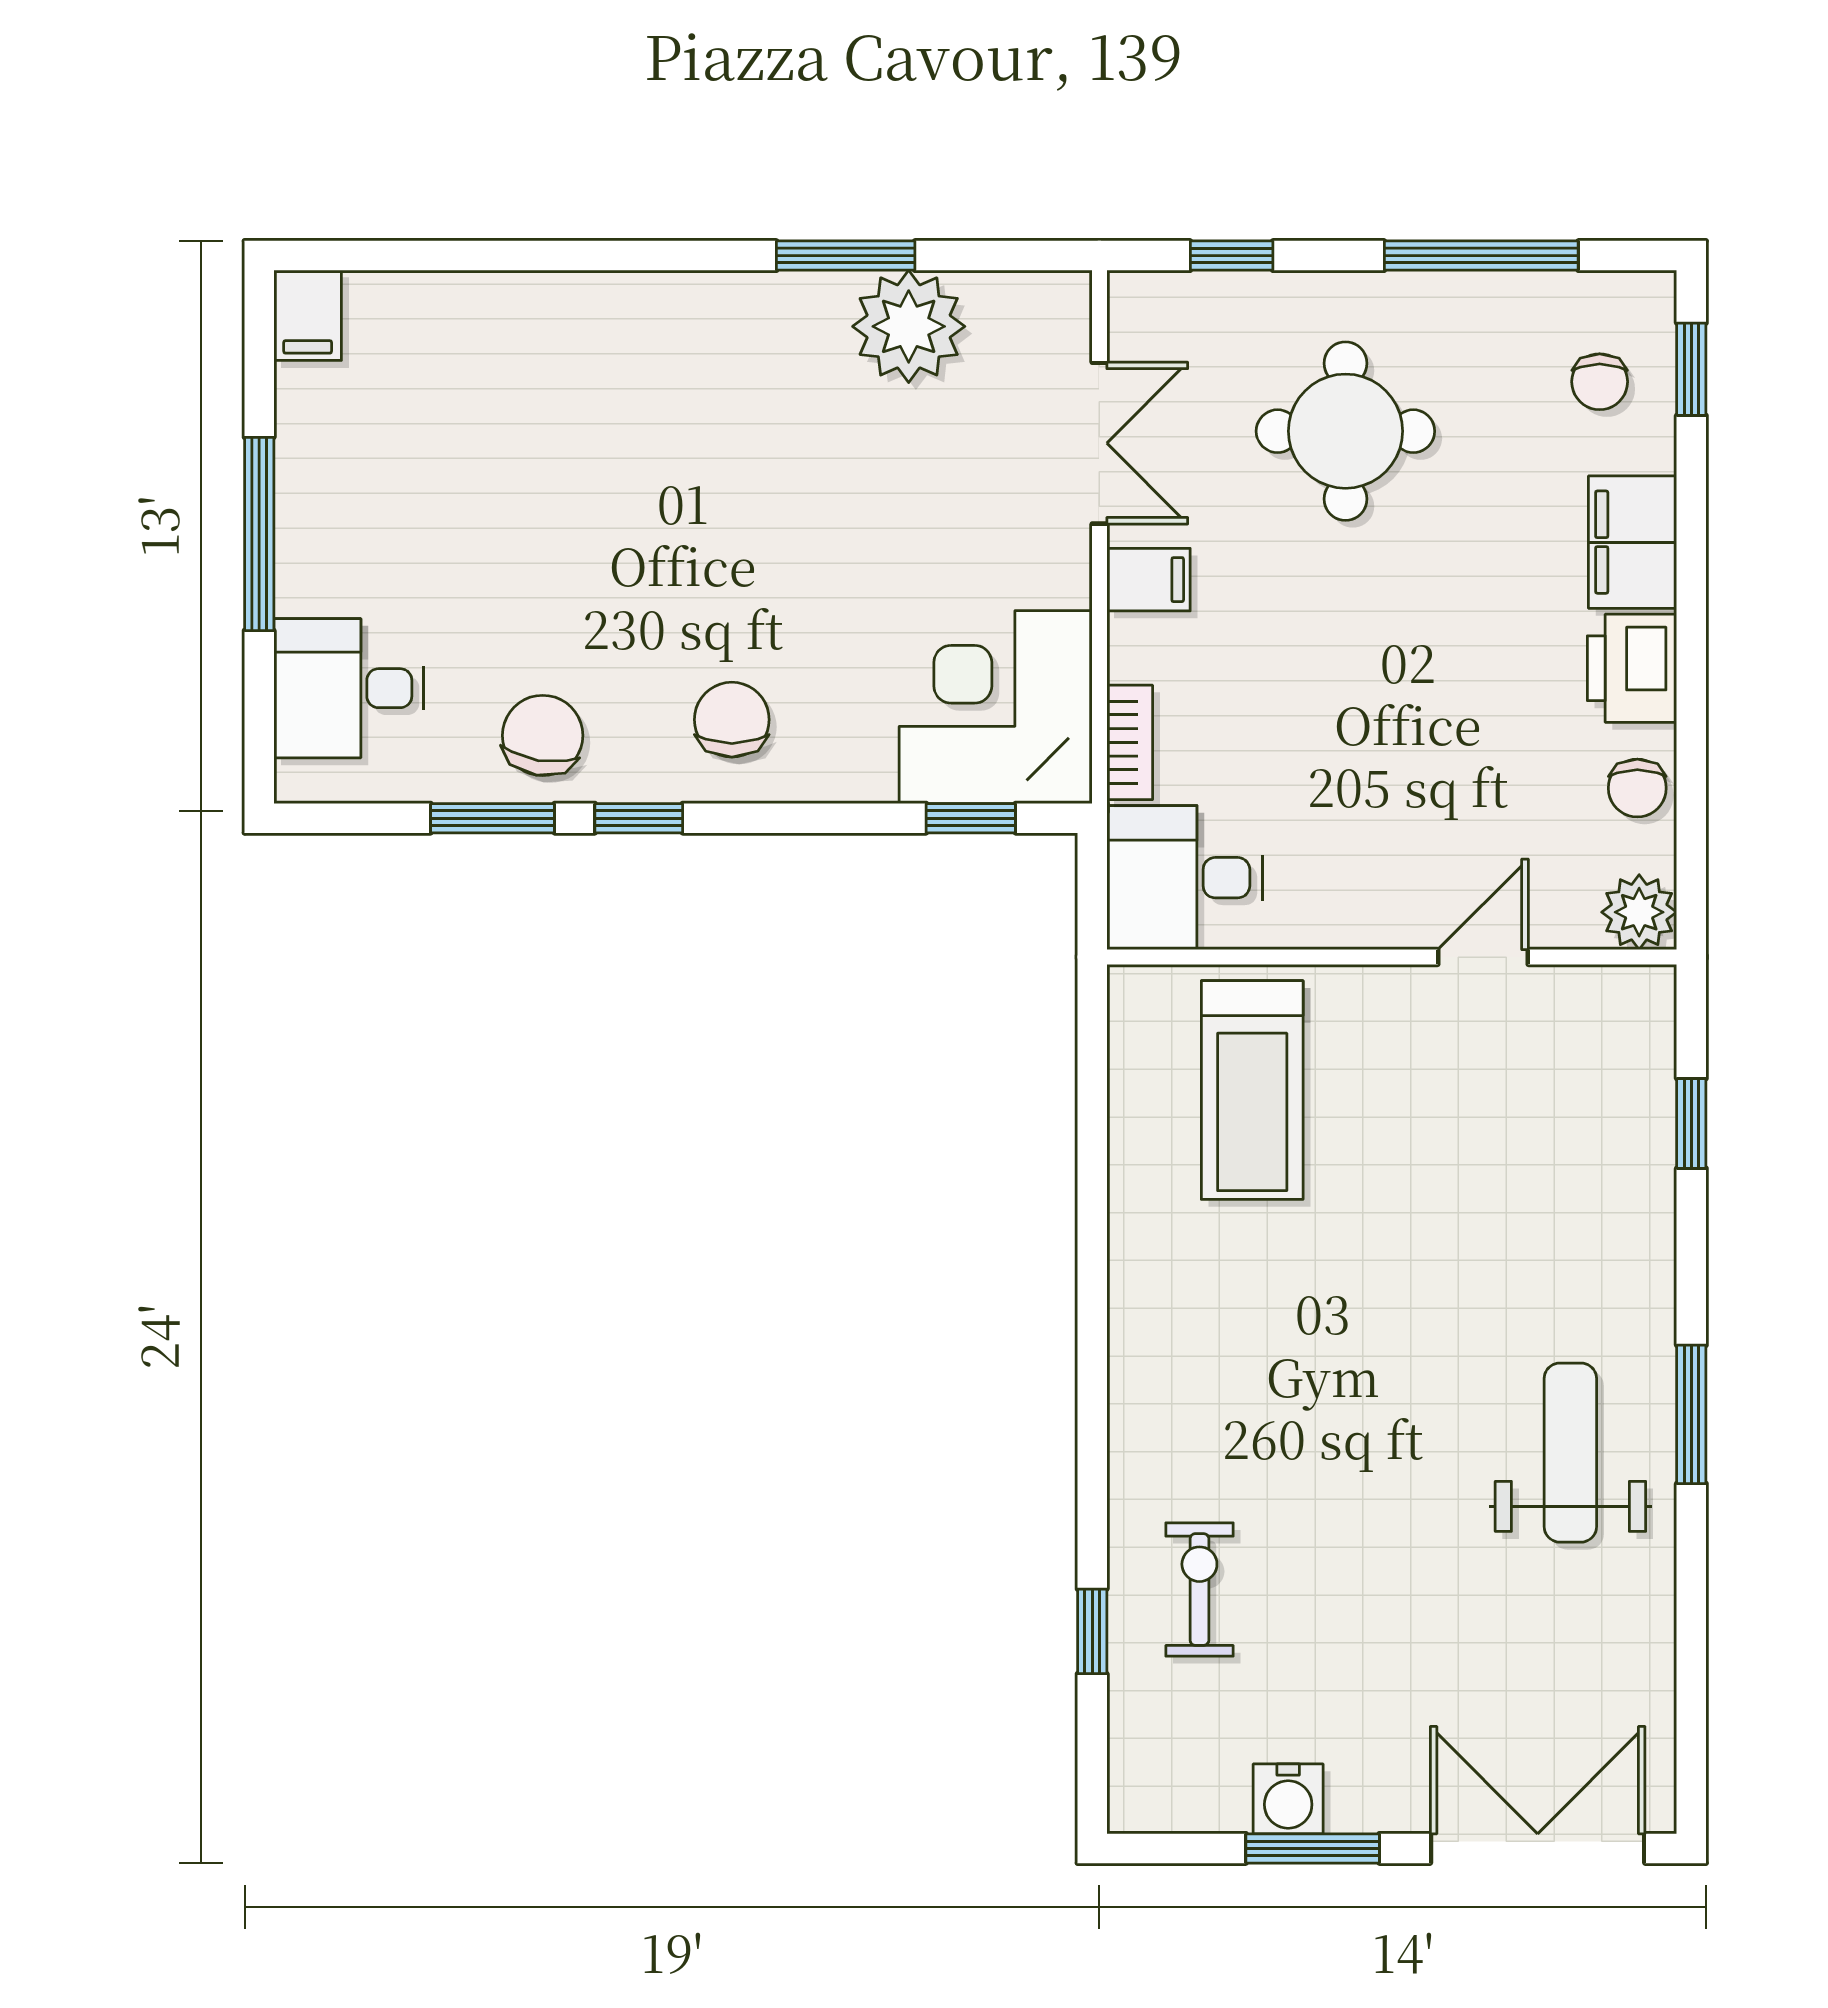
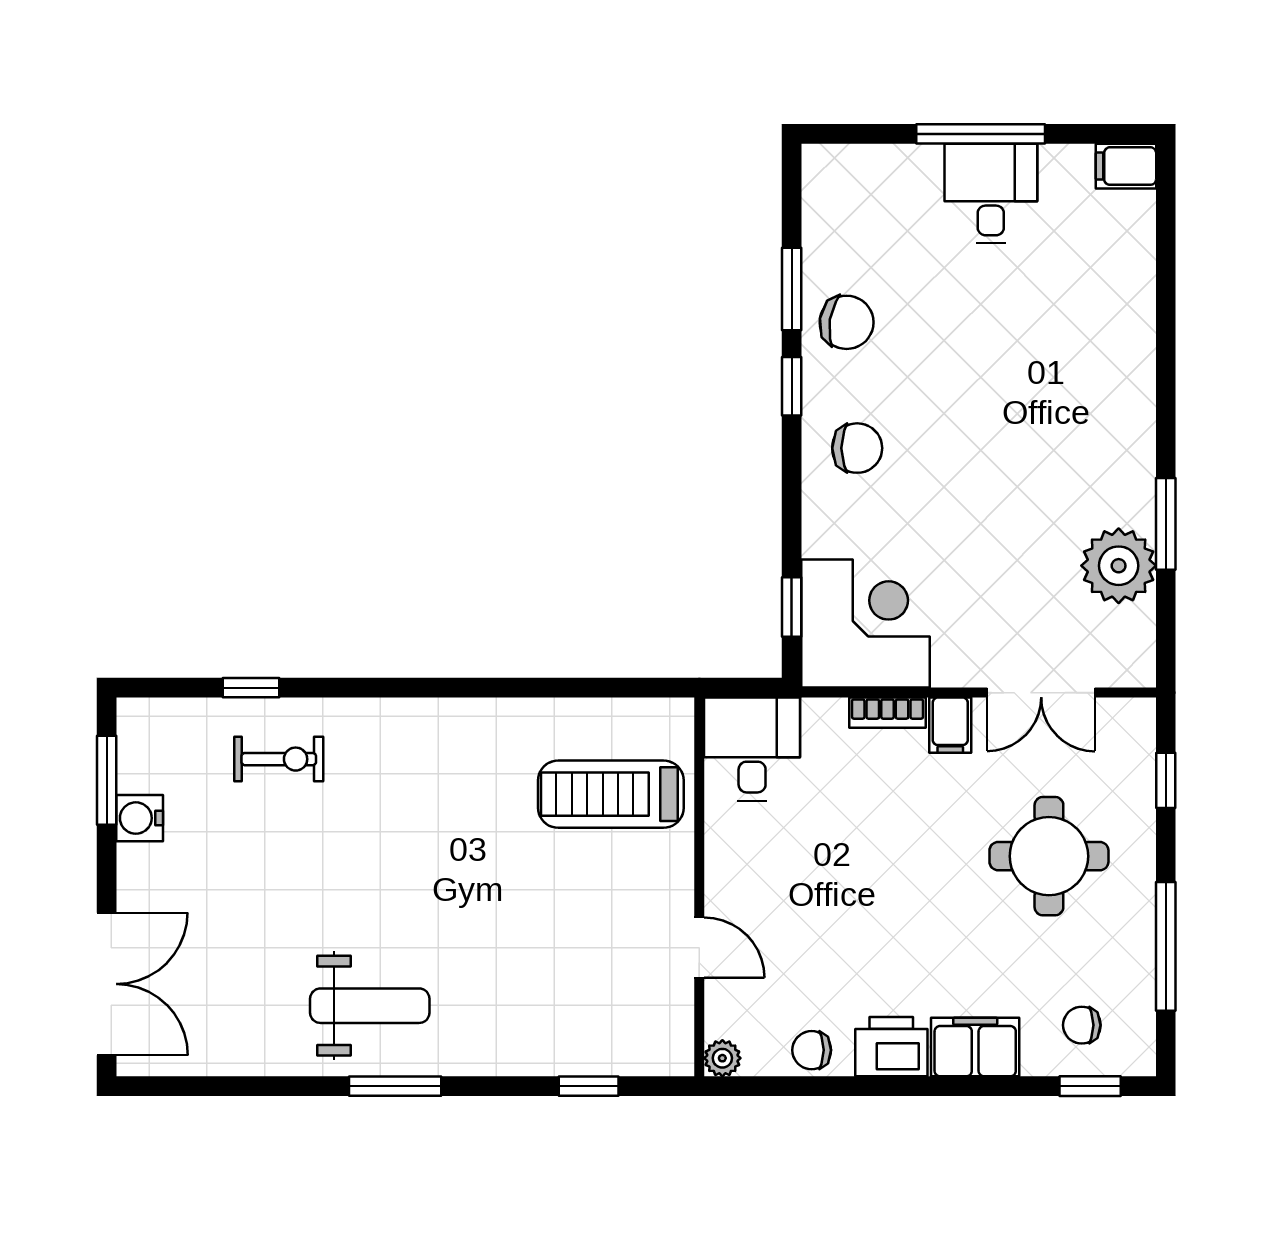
desk: (349, 688) -> (991, 193), moved
bookcase: (1130, 742) -> (887, 713), moved
plant: (1639, 912) -> (722, 1058), width x0.73, depth x0.73
window: (1313, 1848) -> (107, 780), moved

